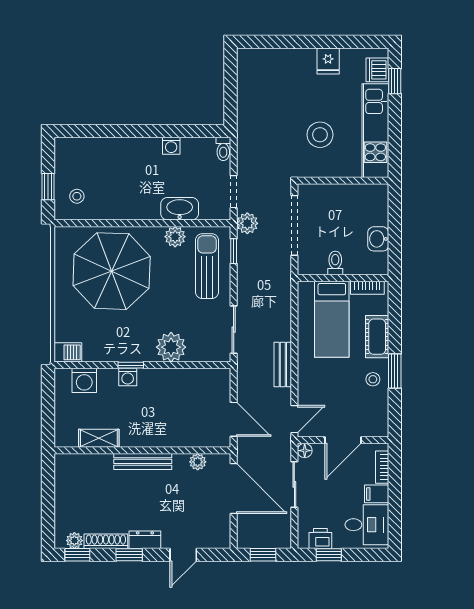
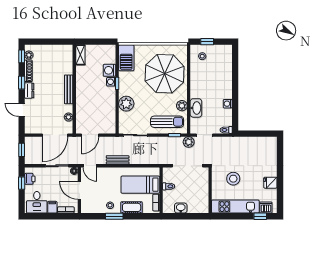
barbecue: (68, 352) -> (126, 58), width x1.88, depth x1.53
washing machine: (84, 380) -> (109, 70), moved
shelving: (99, 438) -> (80, 55), moved

